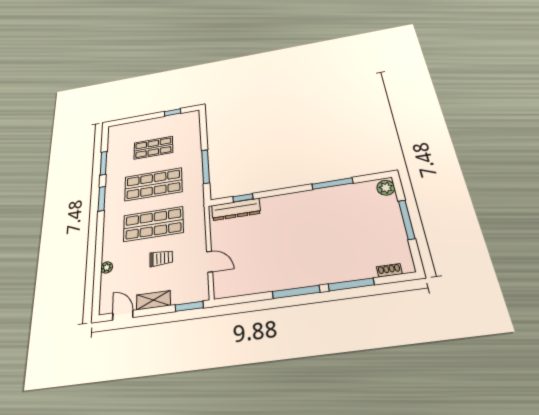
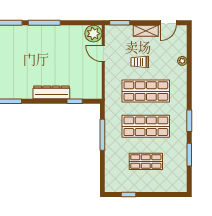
dresser: (236, 209) -> (51, 92), moved
plant: (225, 286) -> (93, 34), added
door: (123, 315) -> (168, 23), hinge flipped

